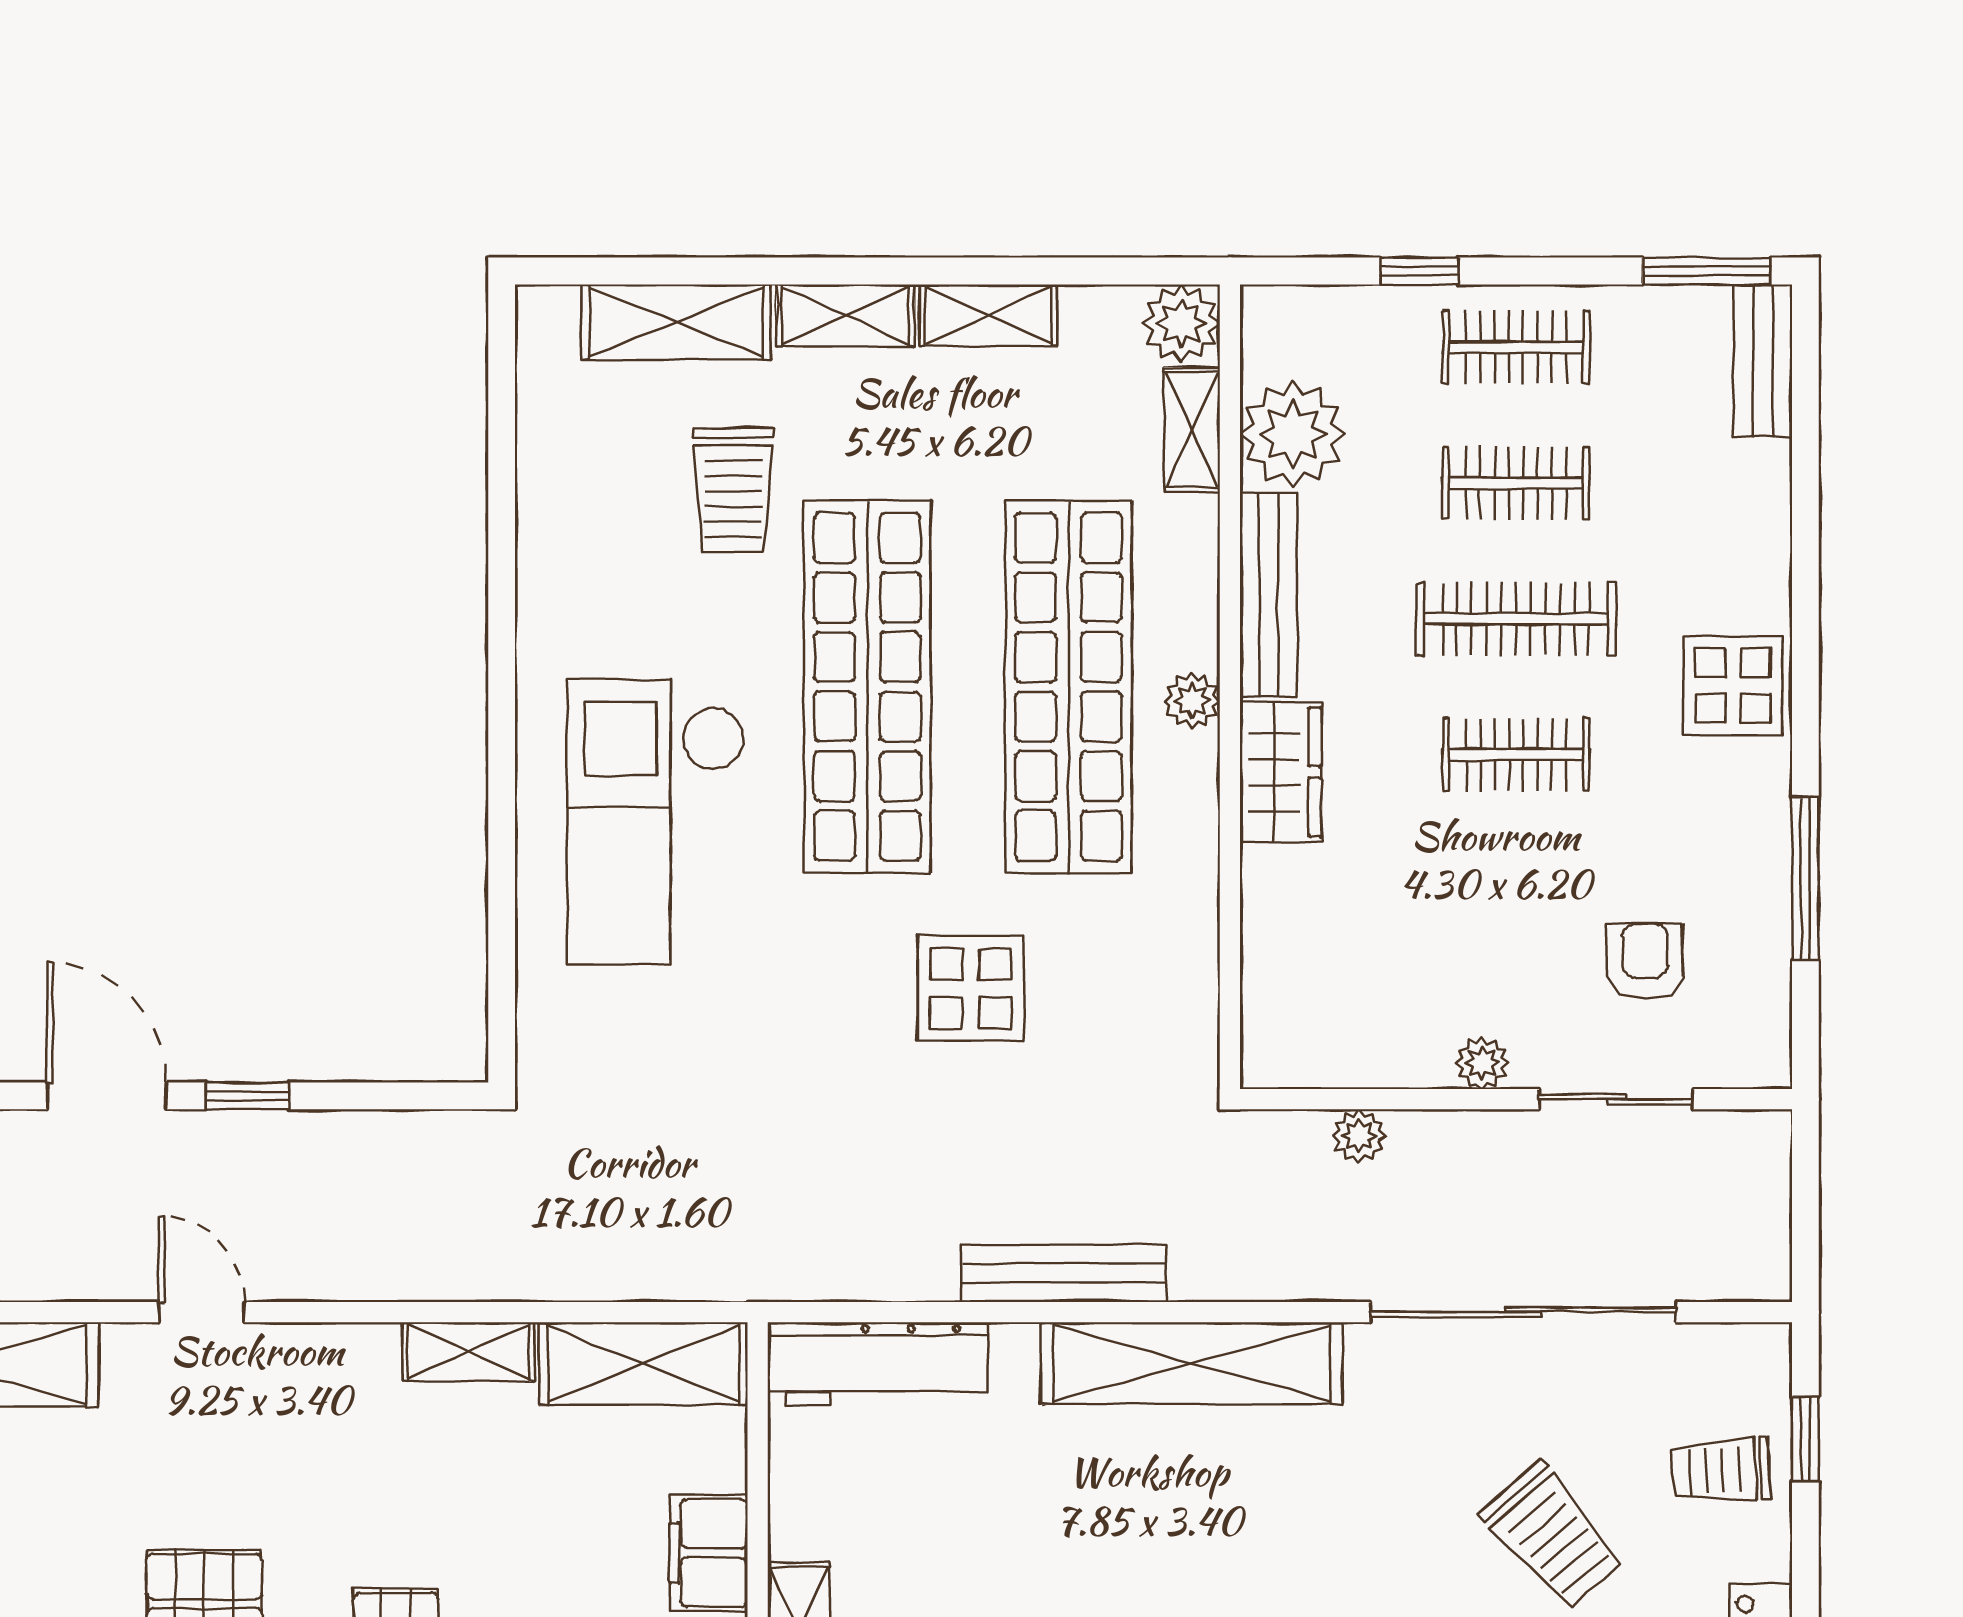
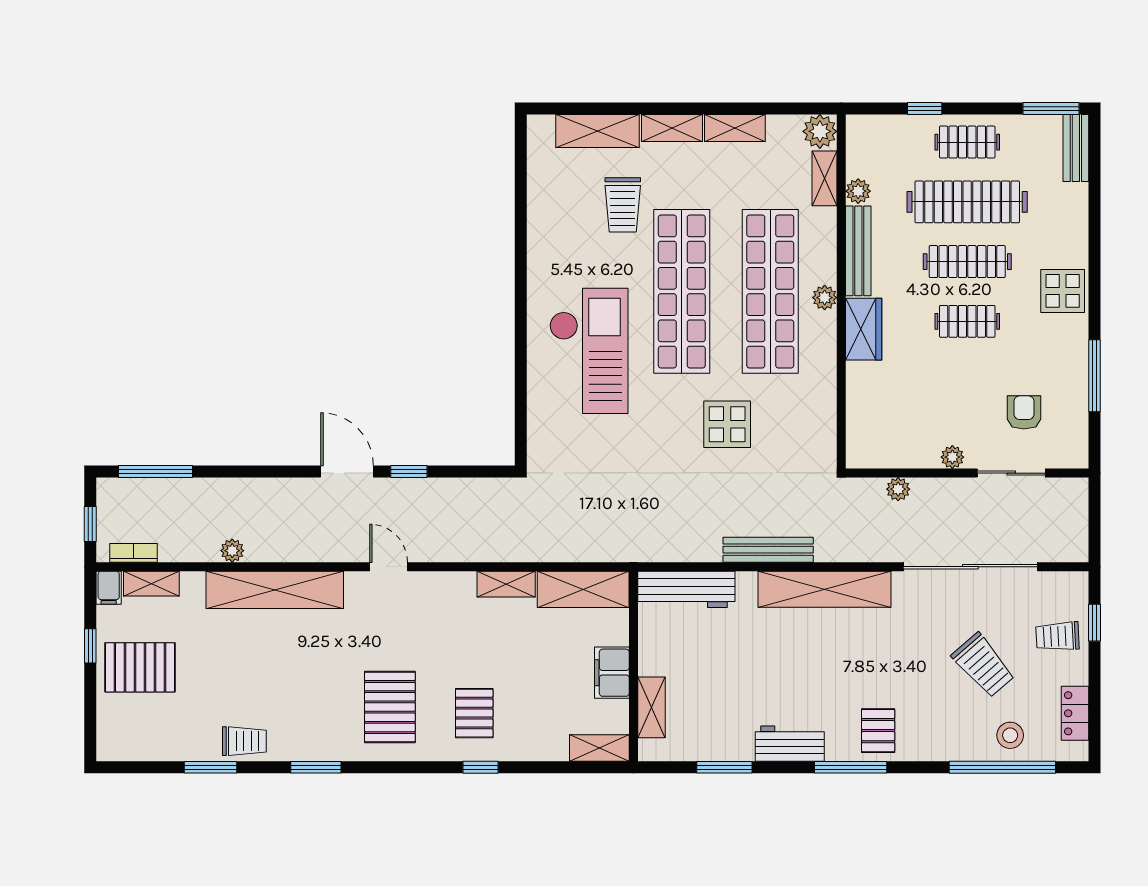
plant: (1293, 434) -> (858, 191), width x0.53, depth x0.53
clothes rail: (1516, 483) -> (967, 202), width x1.86, depth x1.31
checkout: (656, 822) -> (589, 351), turned 180

